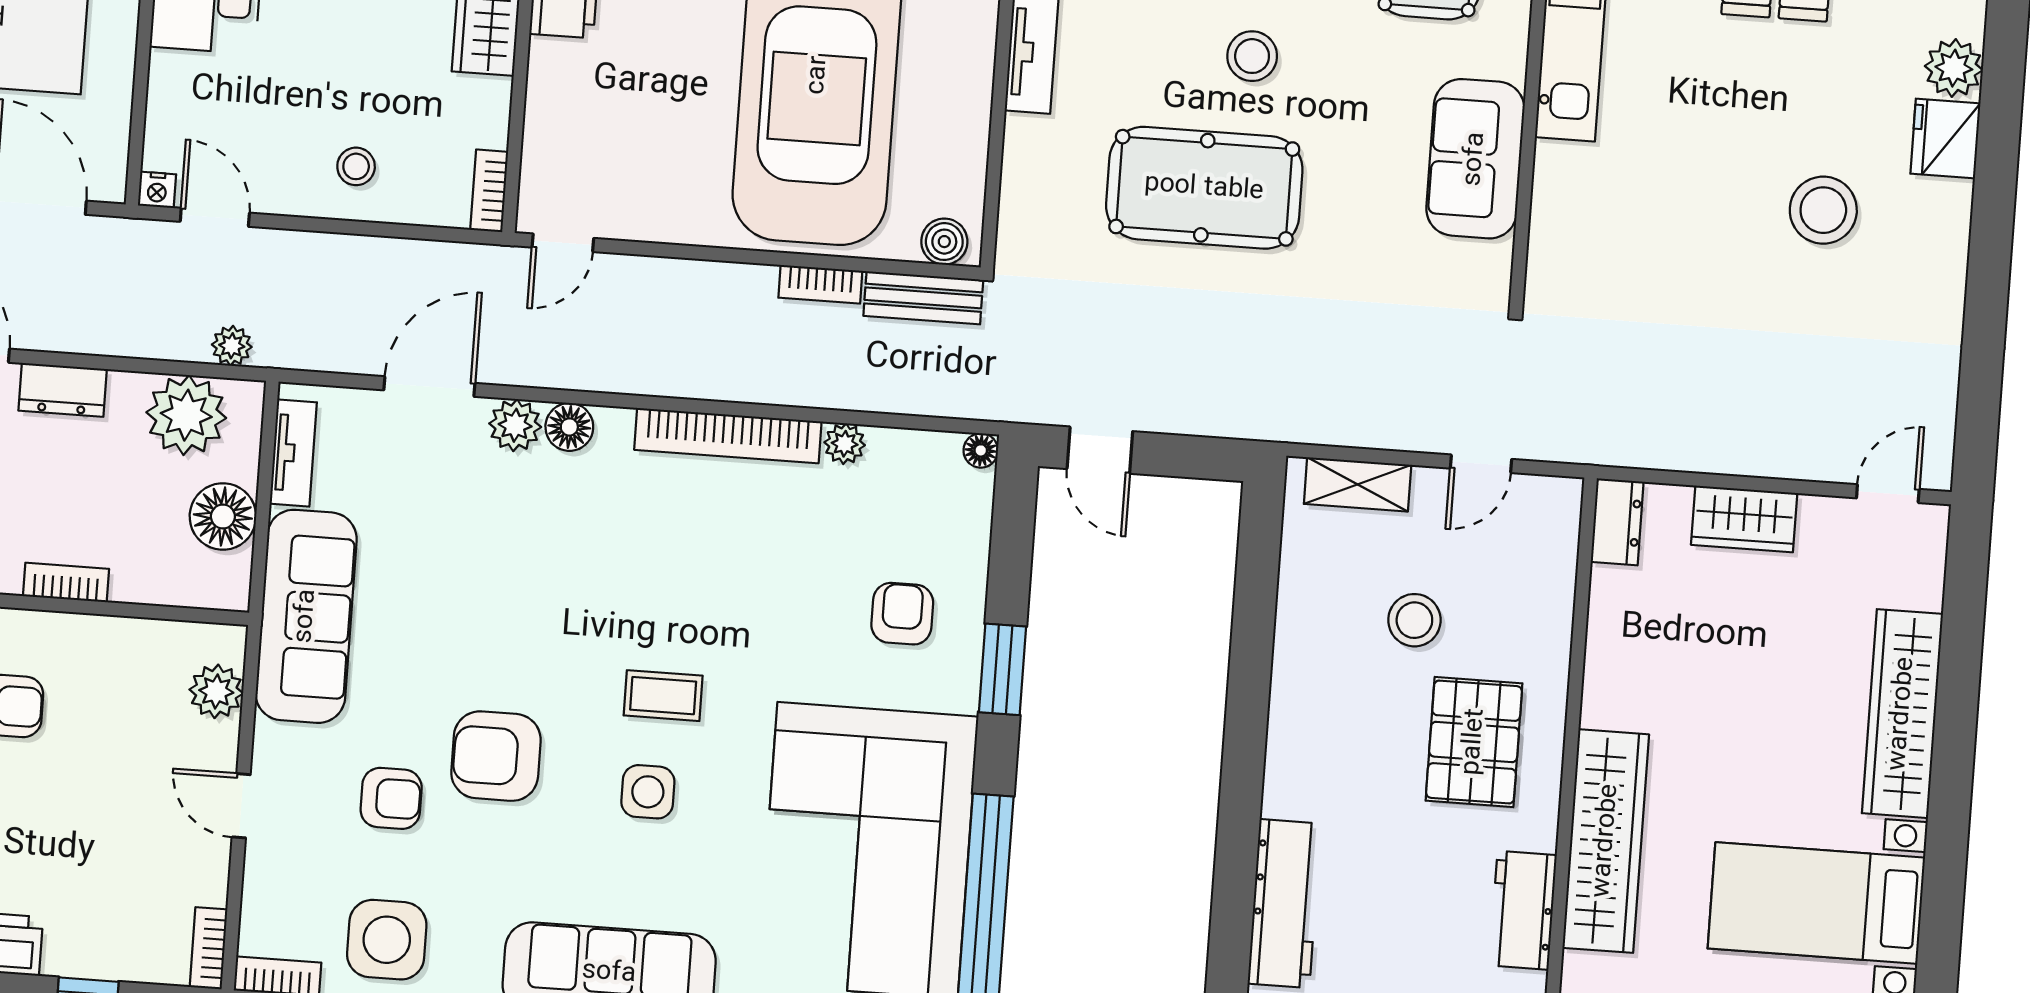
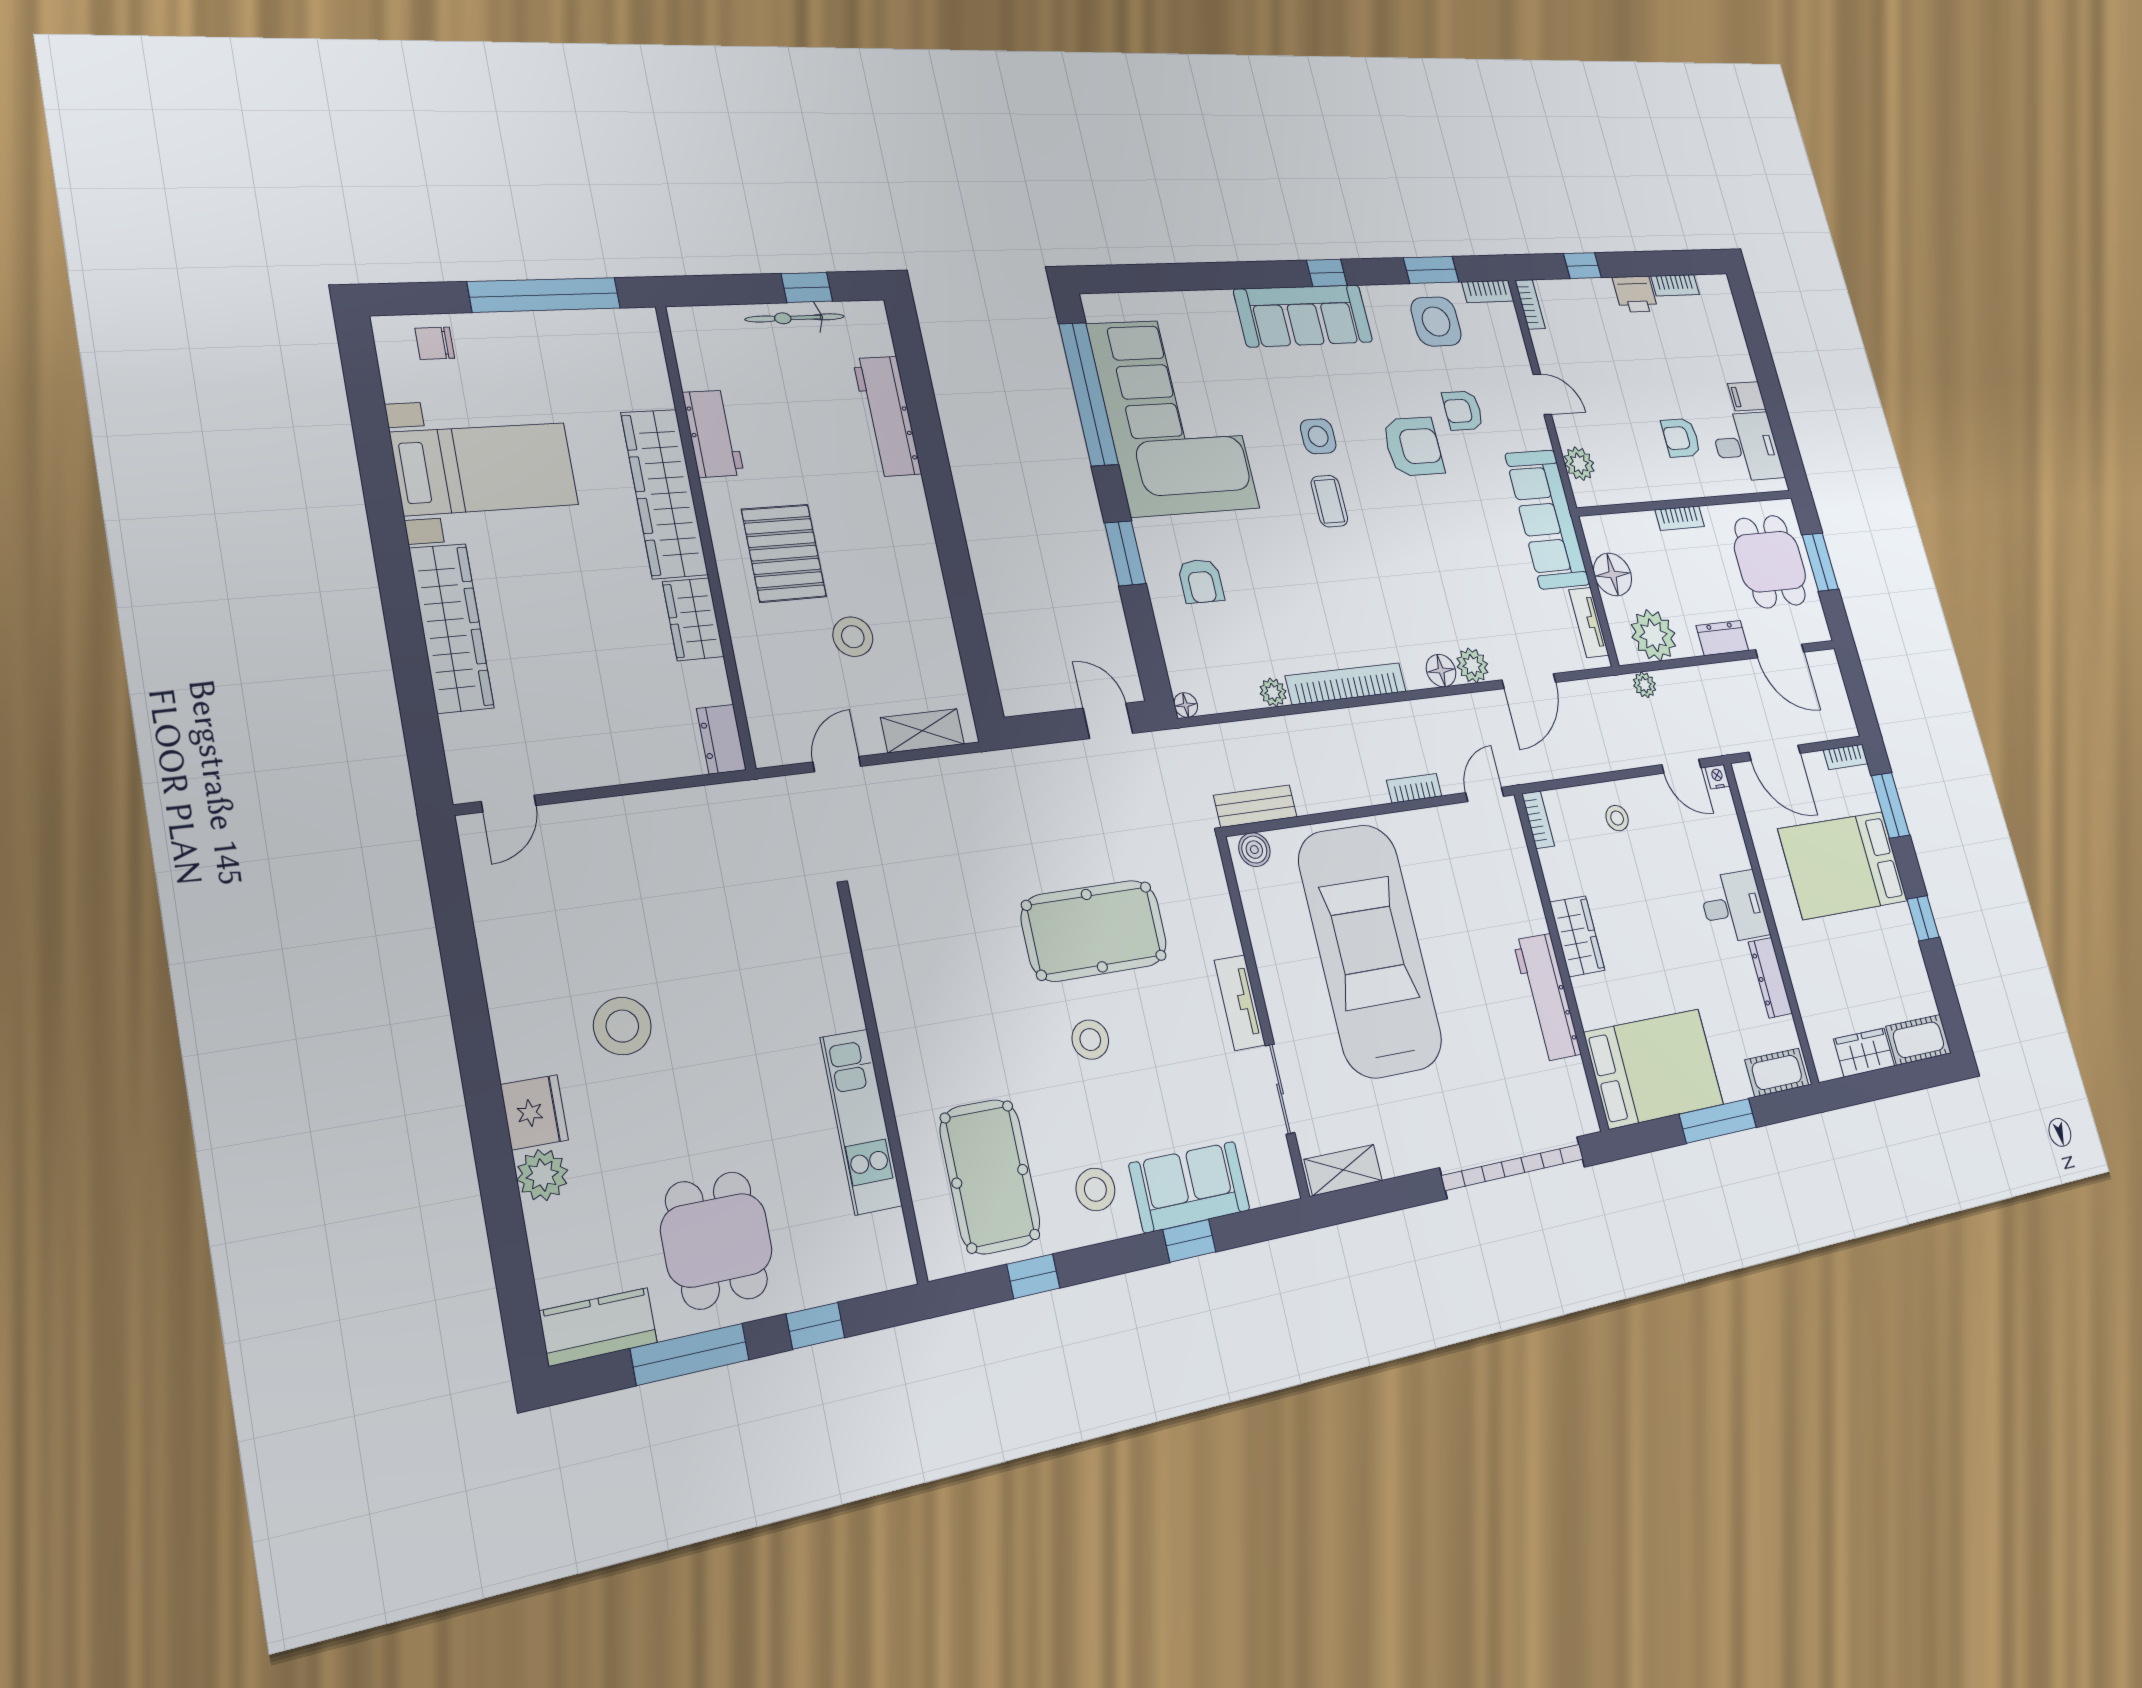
sofa: (1475, 159) -> (907, 1001), removed
bookcase: (820, 284) -> (1414, 788), moved
wardrobe: (1744, 519) -> (693, 619), moved, turned -90
coffee table: (663, 696) -> (1329, 501), turned 90

